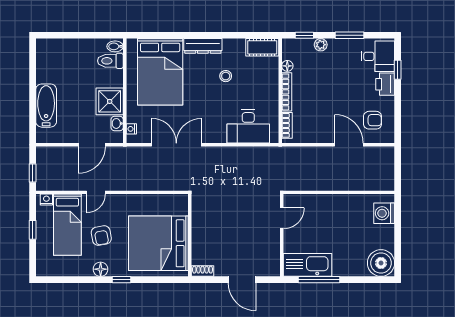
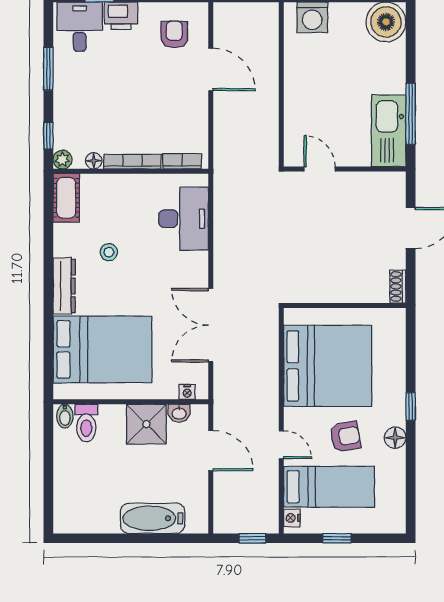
plant: (321, 45) -> (62, 160), moved
door: (349, 145) -> (211, 69), swing flipped
bed: (158, 243) -> (328, 366), moved, turned -90

